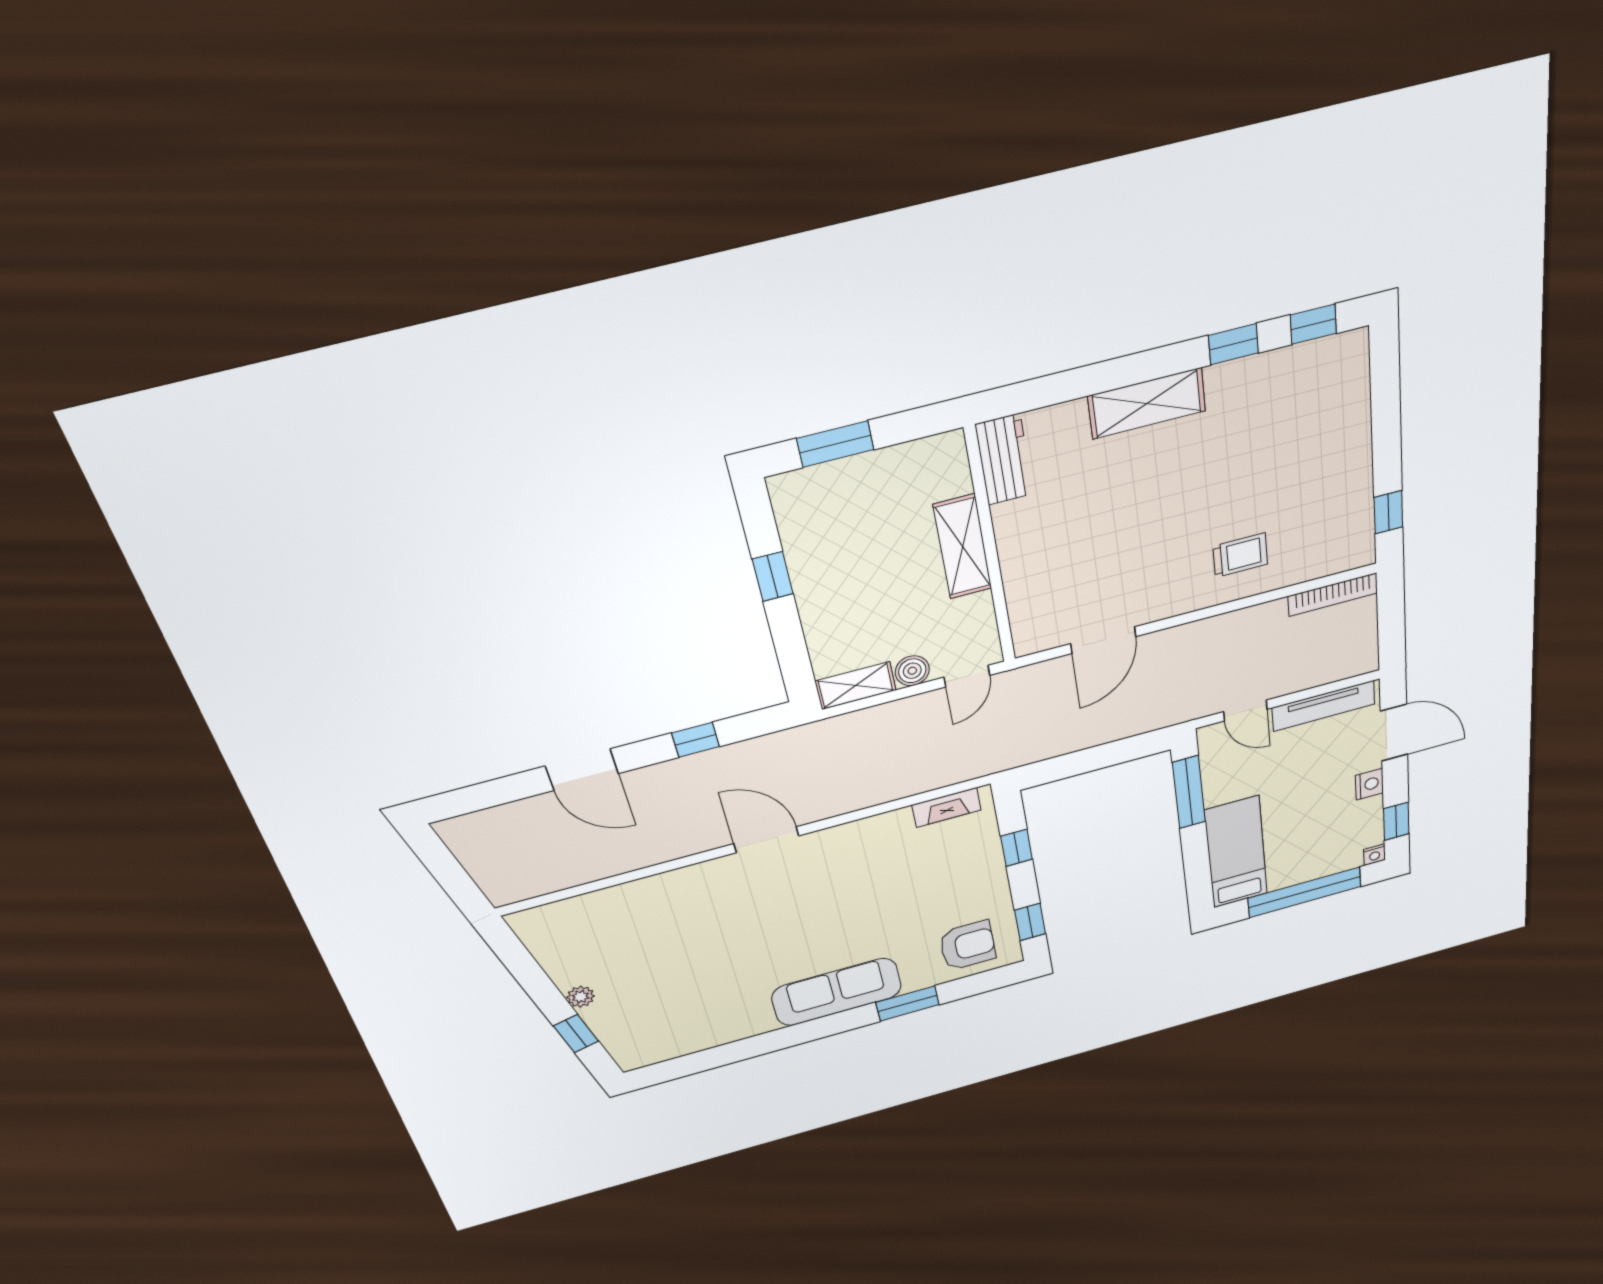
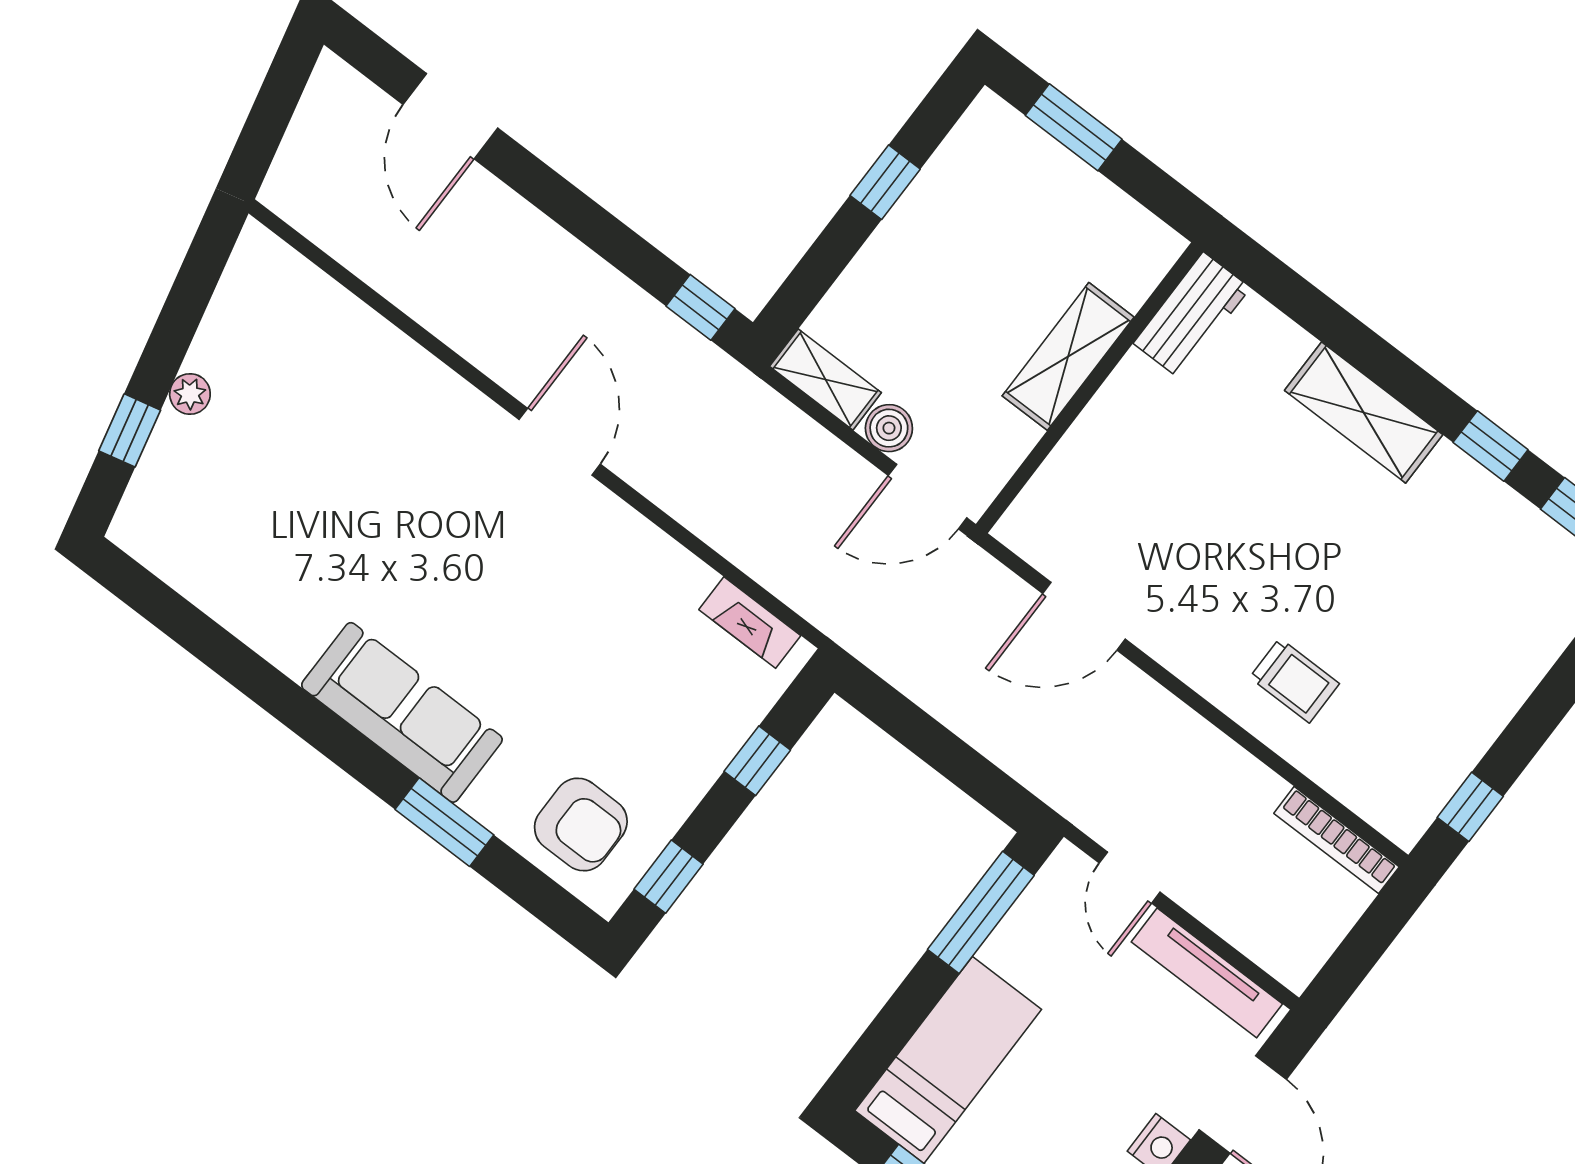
door: (967, 676) -> (928, 497), width x1.38
window: (696, 740) -> (700, 307), moved
door: (582, 770) -> (450, 116), moved

